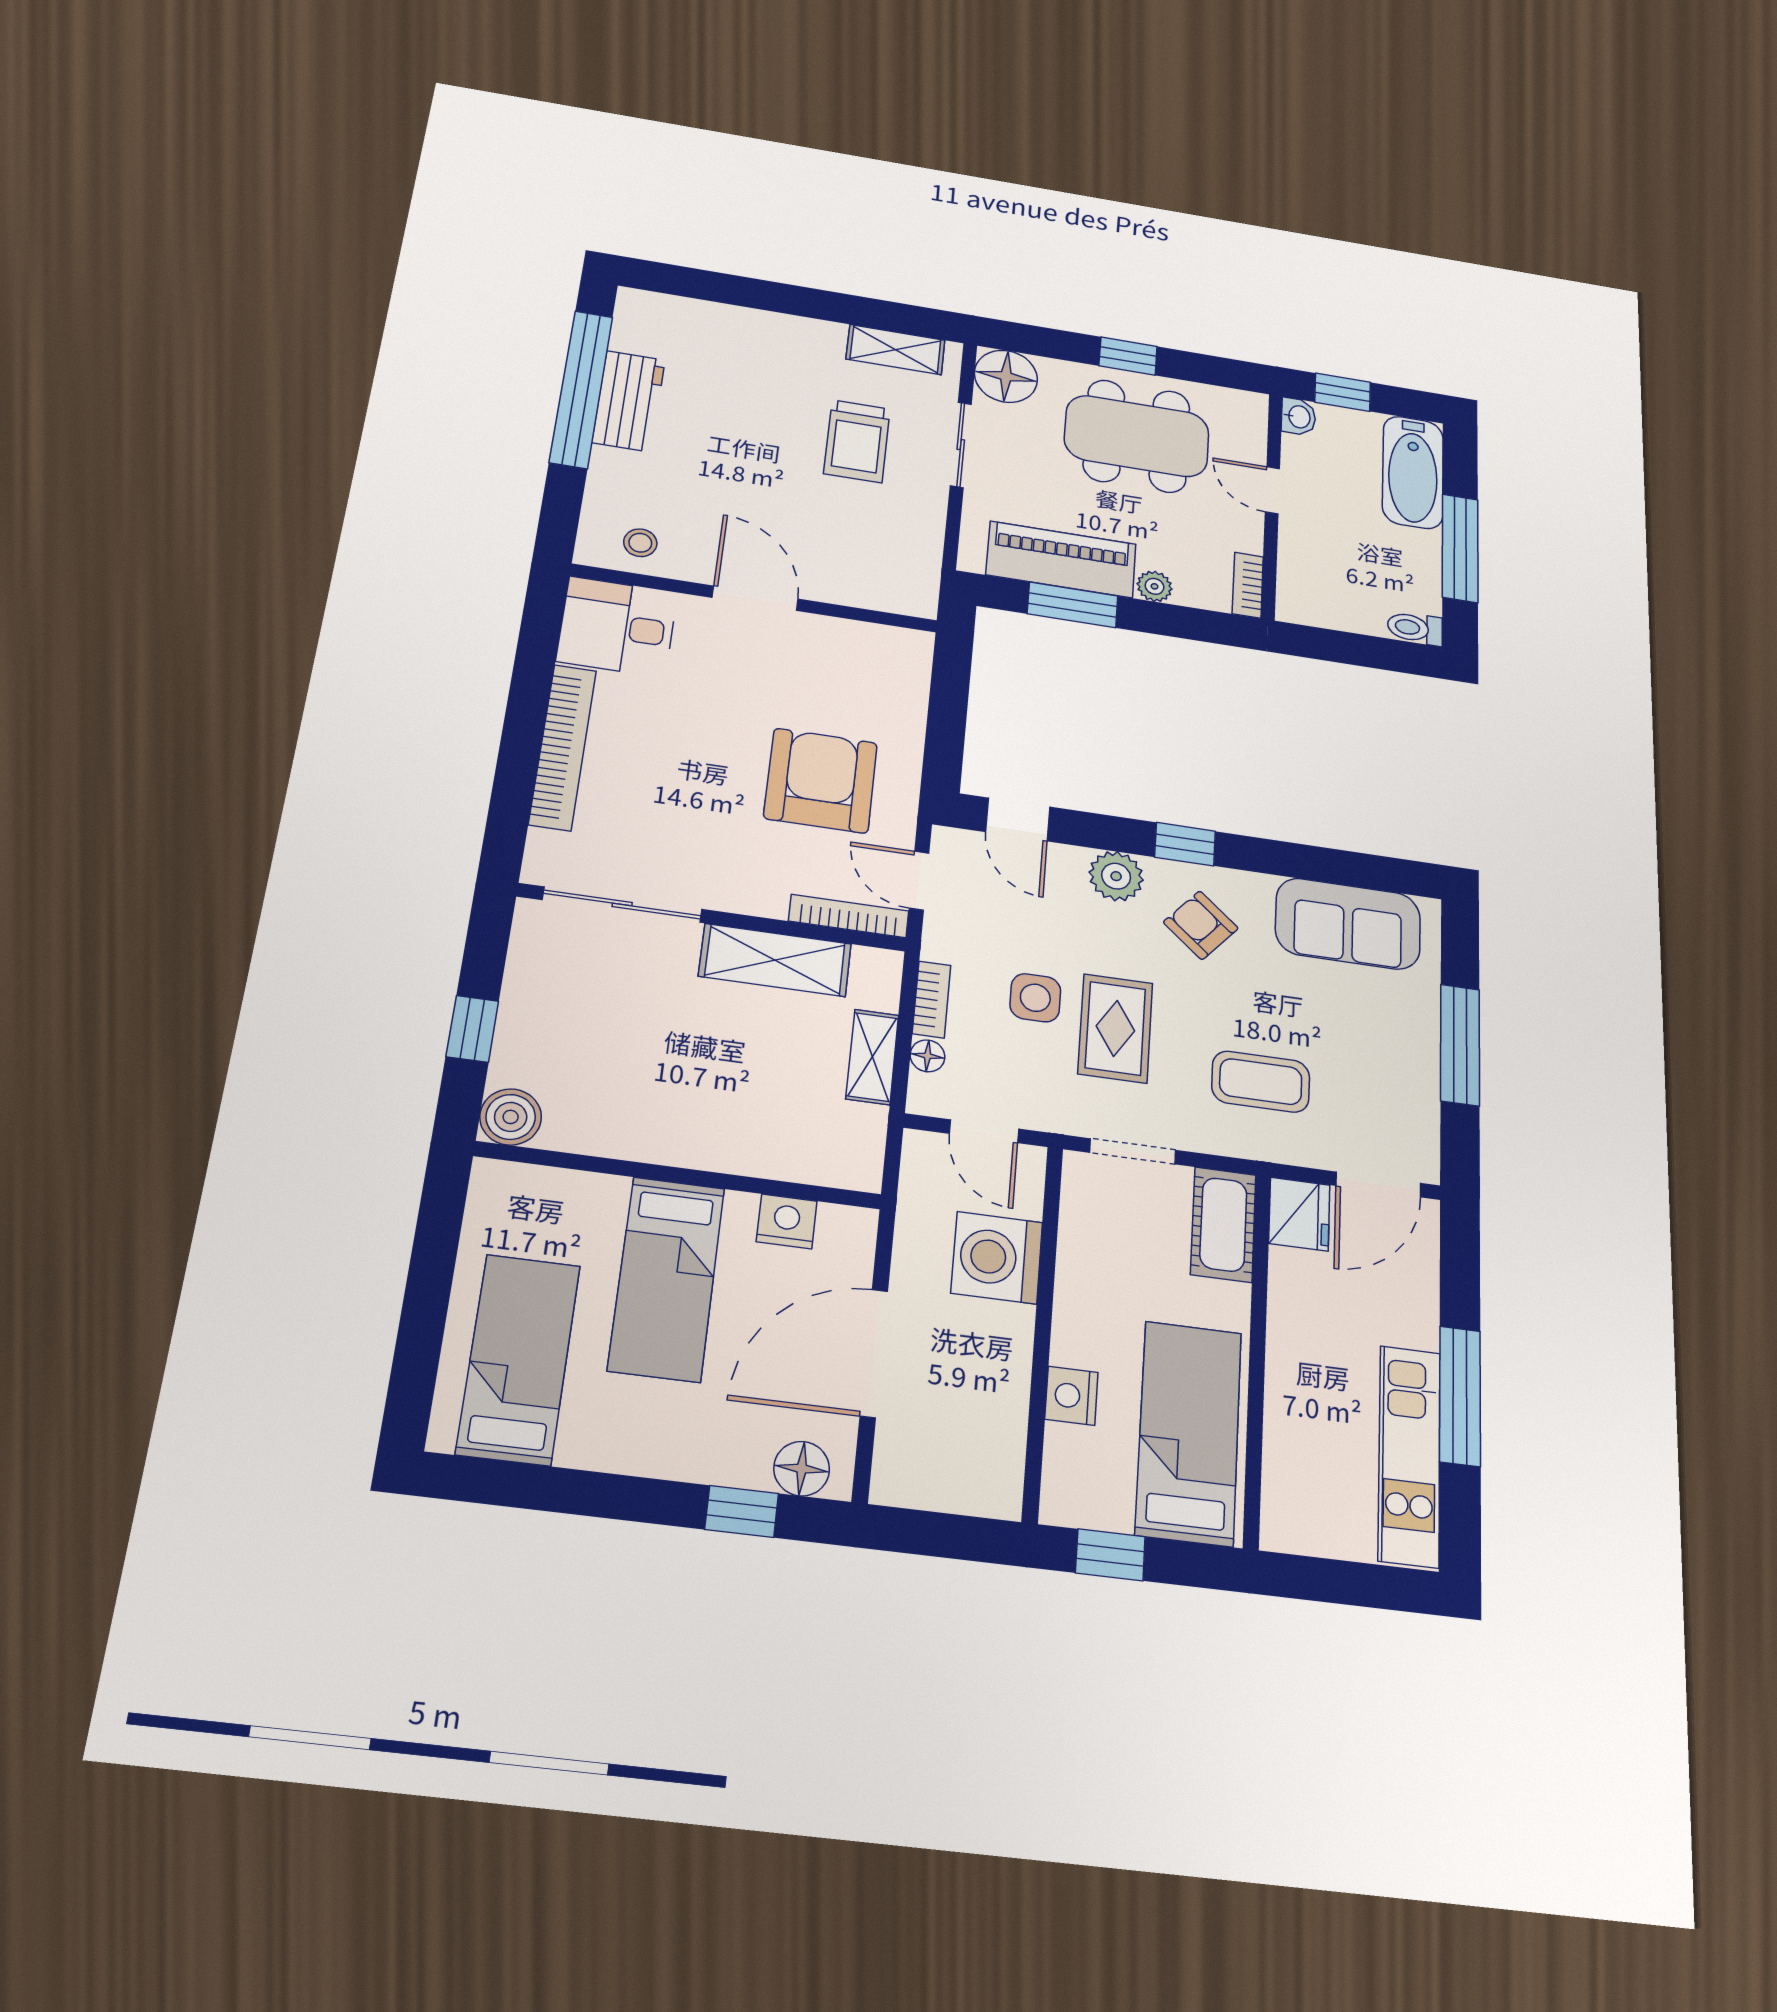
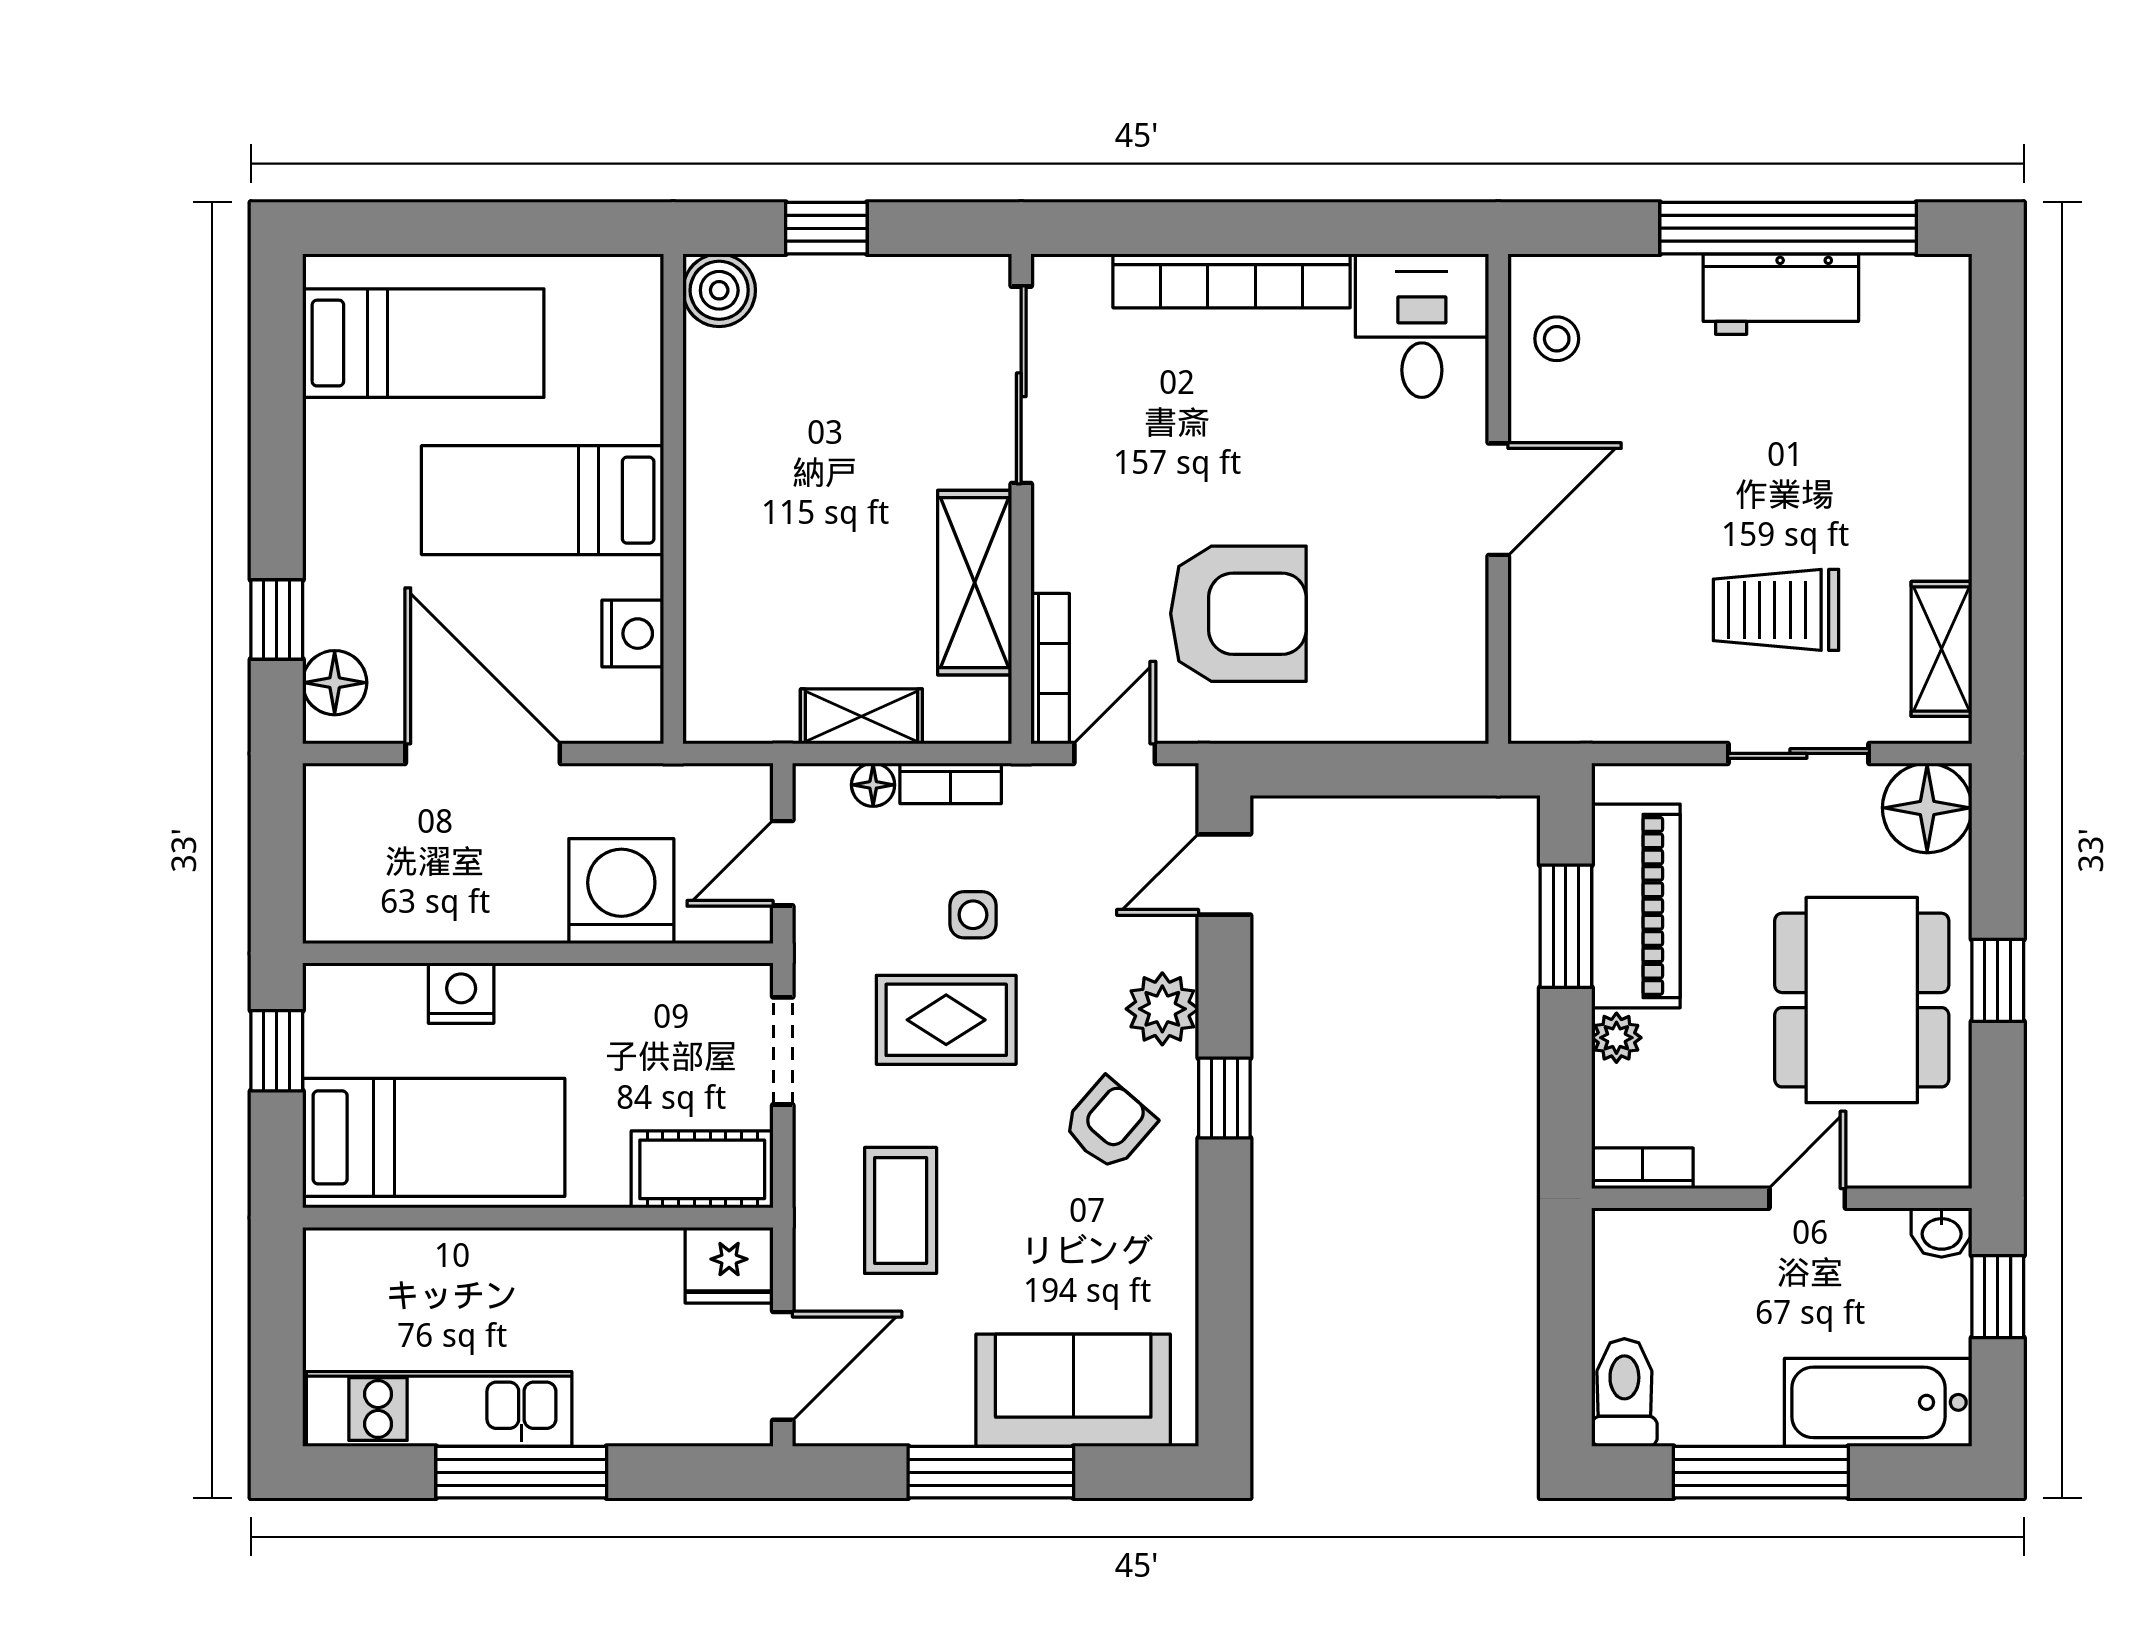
toilet: (1415, 628) -> (1624, 1392), width x1.37, depth x1.39
sofa: (1348, 924) -> (1073, 1390), moved, turned 90
side table: (1035, 998) -> (973, 915), width x0.73, depth x0.73
door: (1378, 1184) -> (783, 1366), swing flipped

